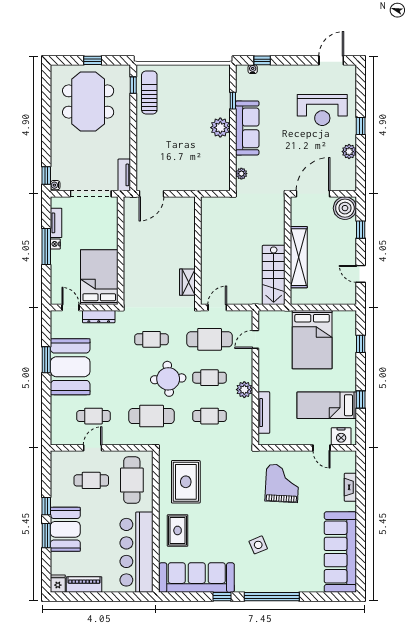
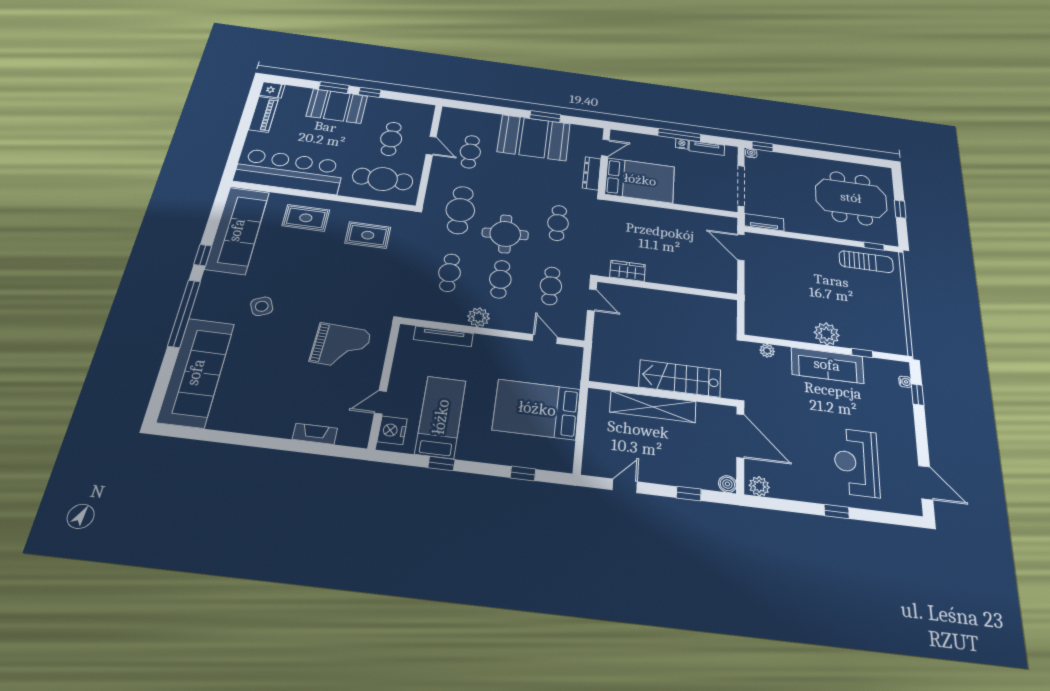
plant: (349, 152) -> (759, 486), moved
boiler: (345, 208) -> (727, 484), width x0.54, depth x0.54
stairs: (274, 275) -> (680, 378), moved
cafe table: (210, 339) -> (551, 286), width x0.73, depth x0.74
rug: (186, 482) -> (368, 235), width x0.73, depth x0.70
sofa: (340, 552) -> (196, 372), moved, turned 90

